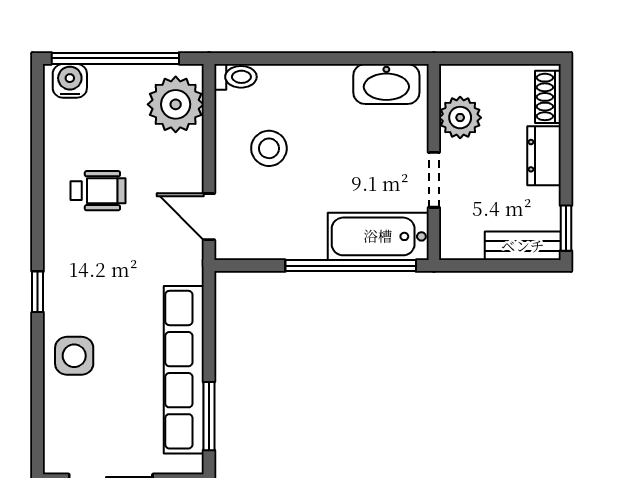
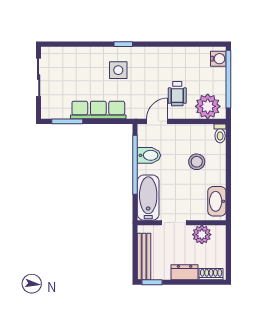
stool: (269, 148) -> (197, 162), moved
wheelchair: (98, 191) -> (177, 94), moved
bidet: (284, 235) -> (149, 155), added
bench: (523, 246) -> (144, 257), width x1.36
window: (351, 266) -> (135, 165), moved
side table: (74, 356) -> (118, 70), moved
row of seats: (184, 370) -> (98, 110), width x0.73

